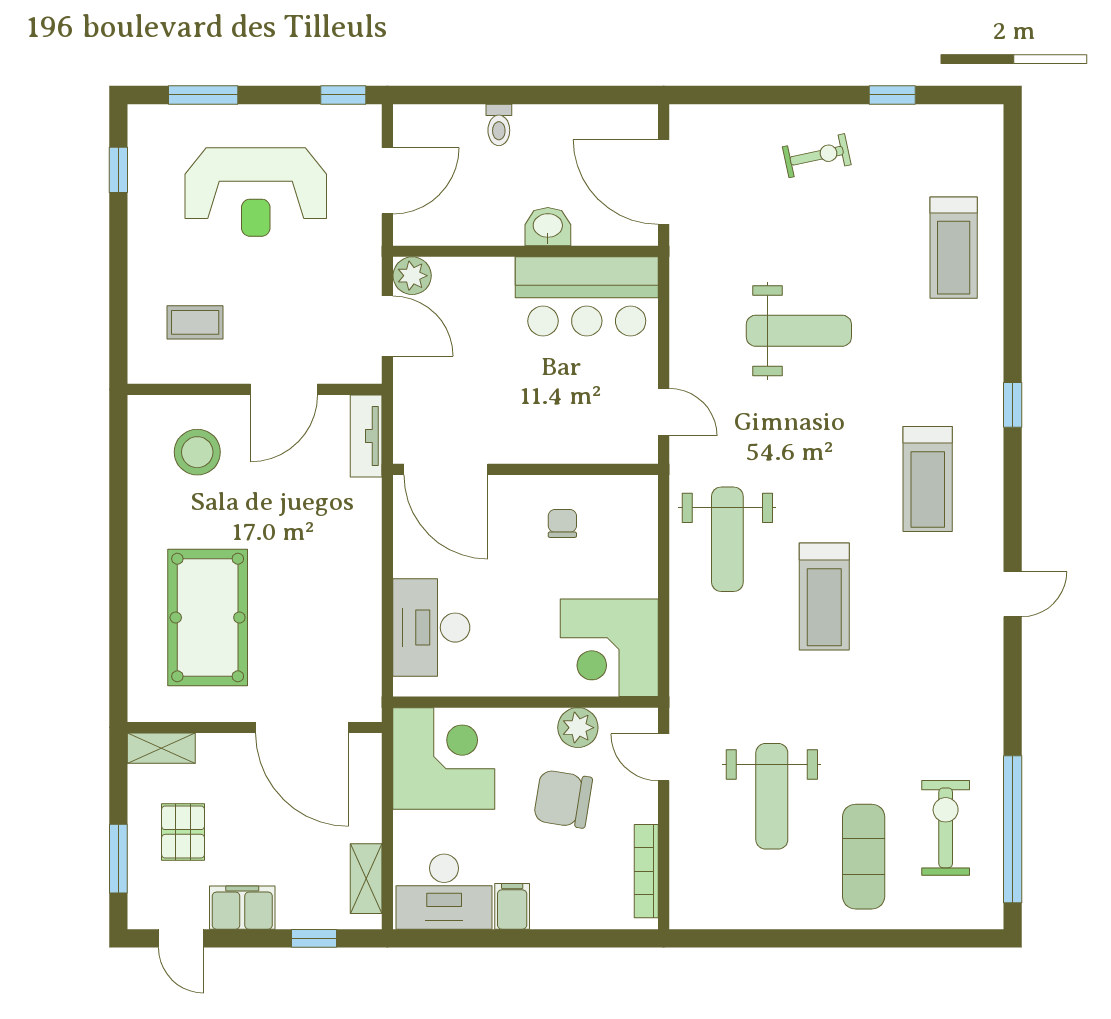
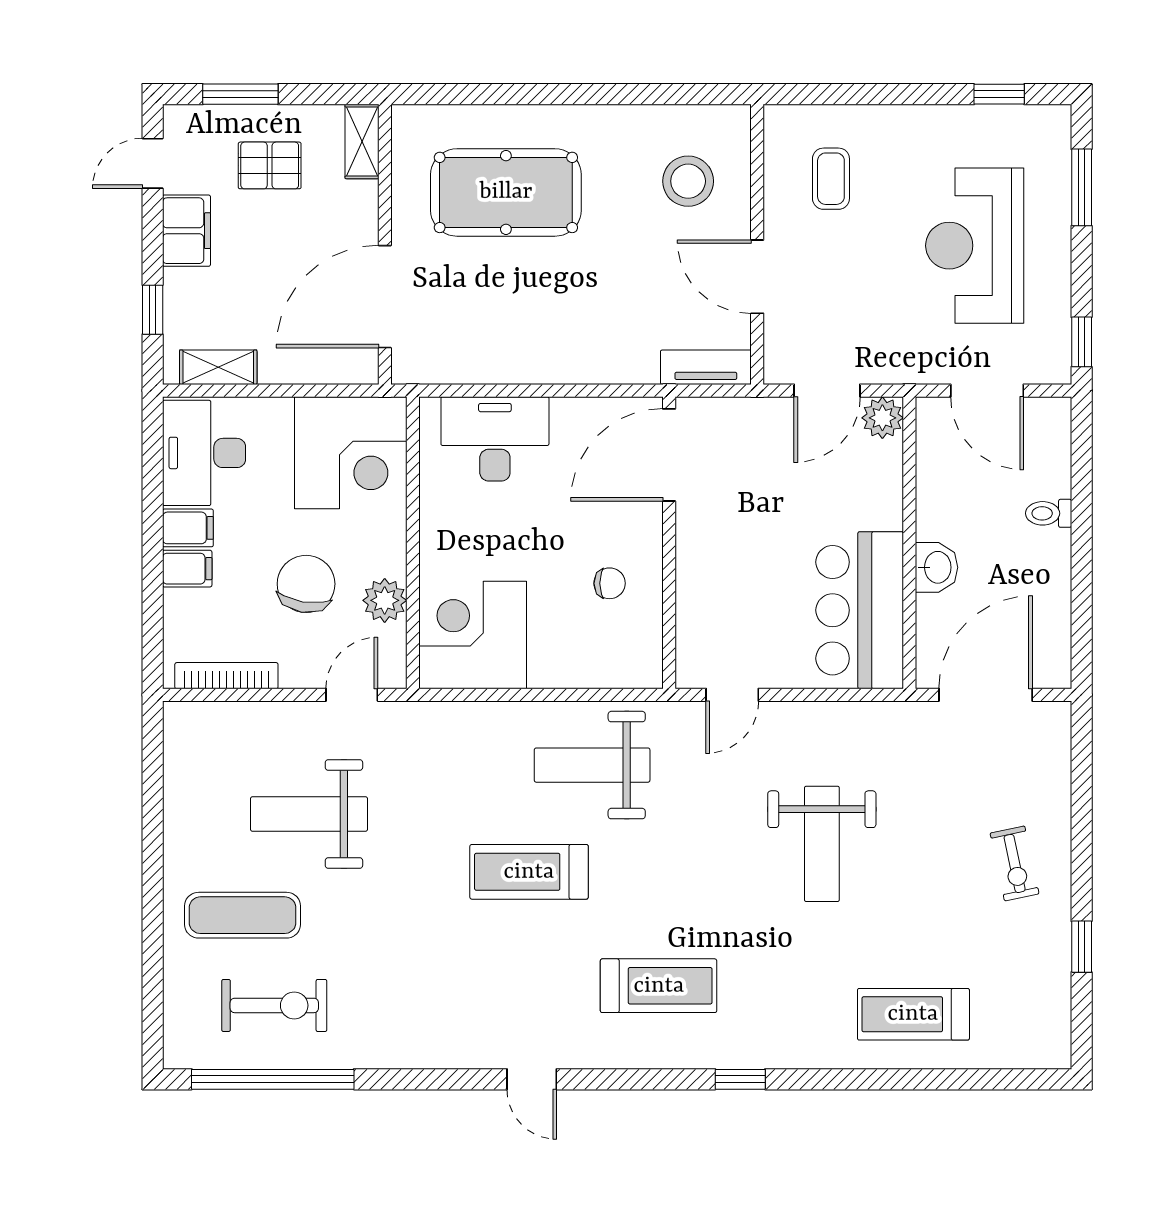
treadmill: (928, 479) -> (659, 986), turned 180
filing cabinet: (549, 907) -> (187, 569), added

